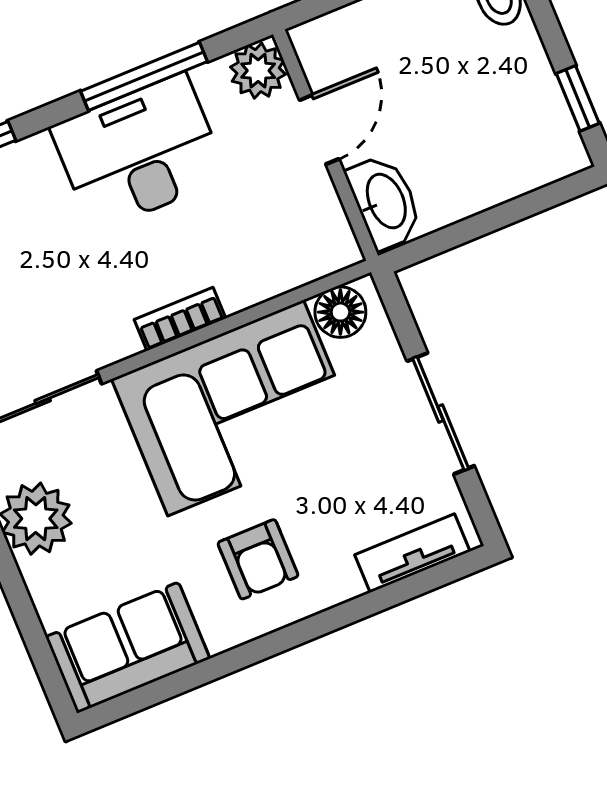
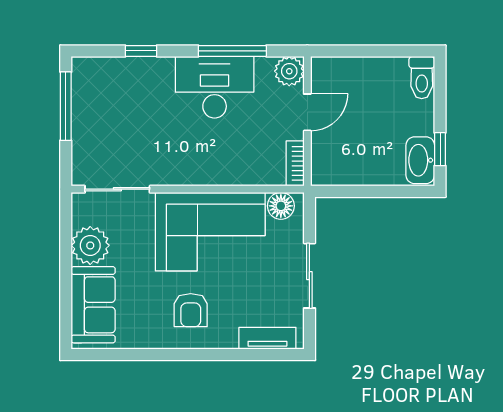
washbasin: (385, 202) -> (420, 160), moved, turned 180
bookcase: (180, 319) -> (295, 163), moved, turned -90
sofa: (128, 648) -> (93, 305), moved, turned 90

